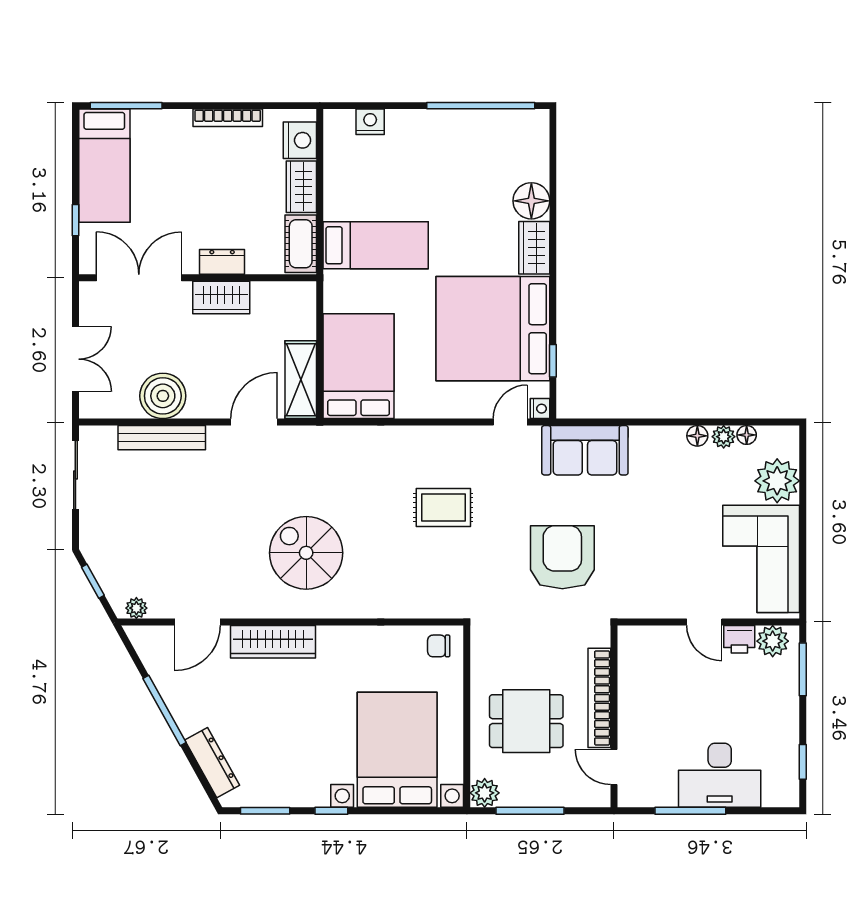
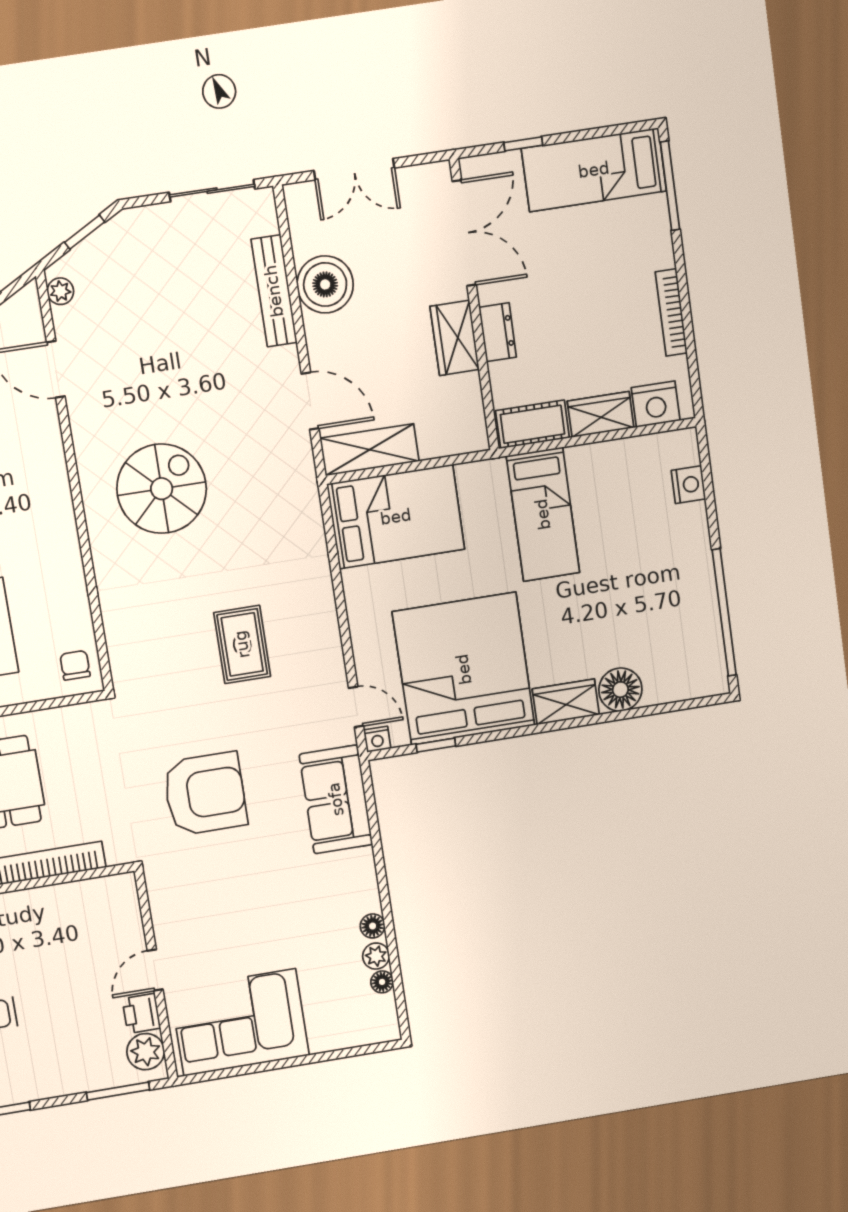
plant: (777, 481) -> (334, 1025), removed
wardrobe: (273, 642) -> (47, 465), removed

